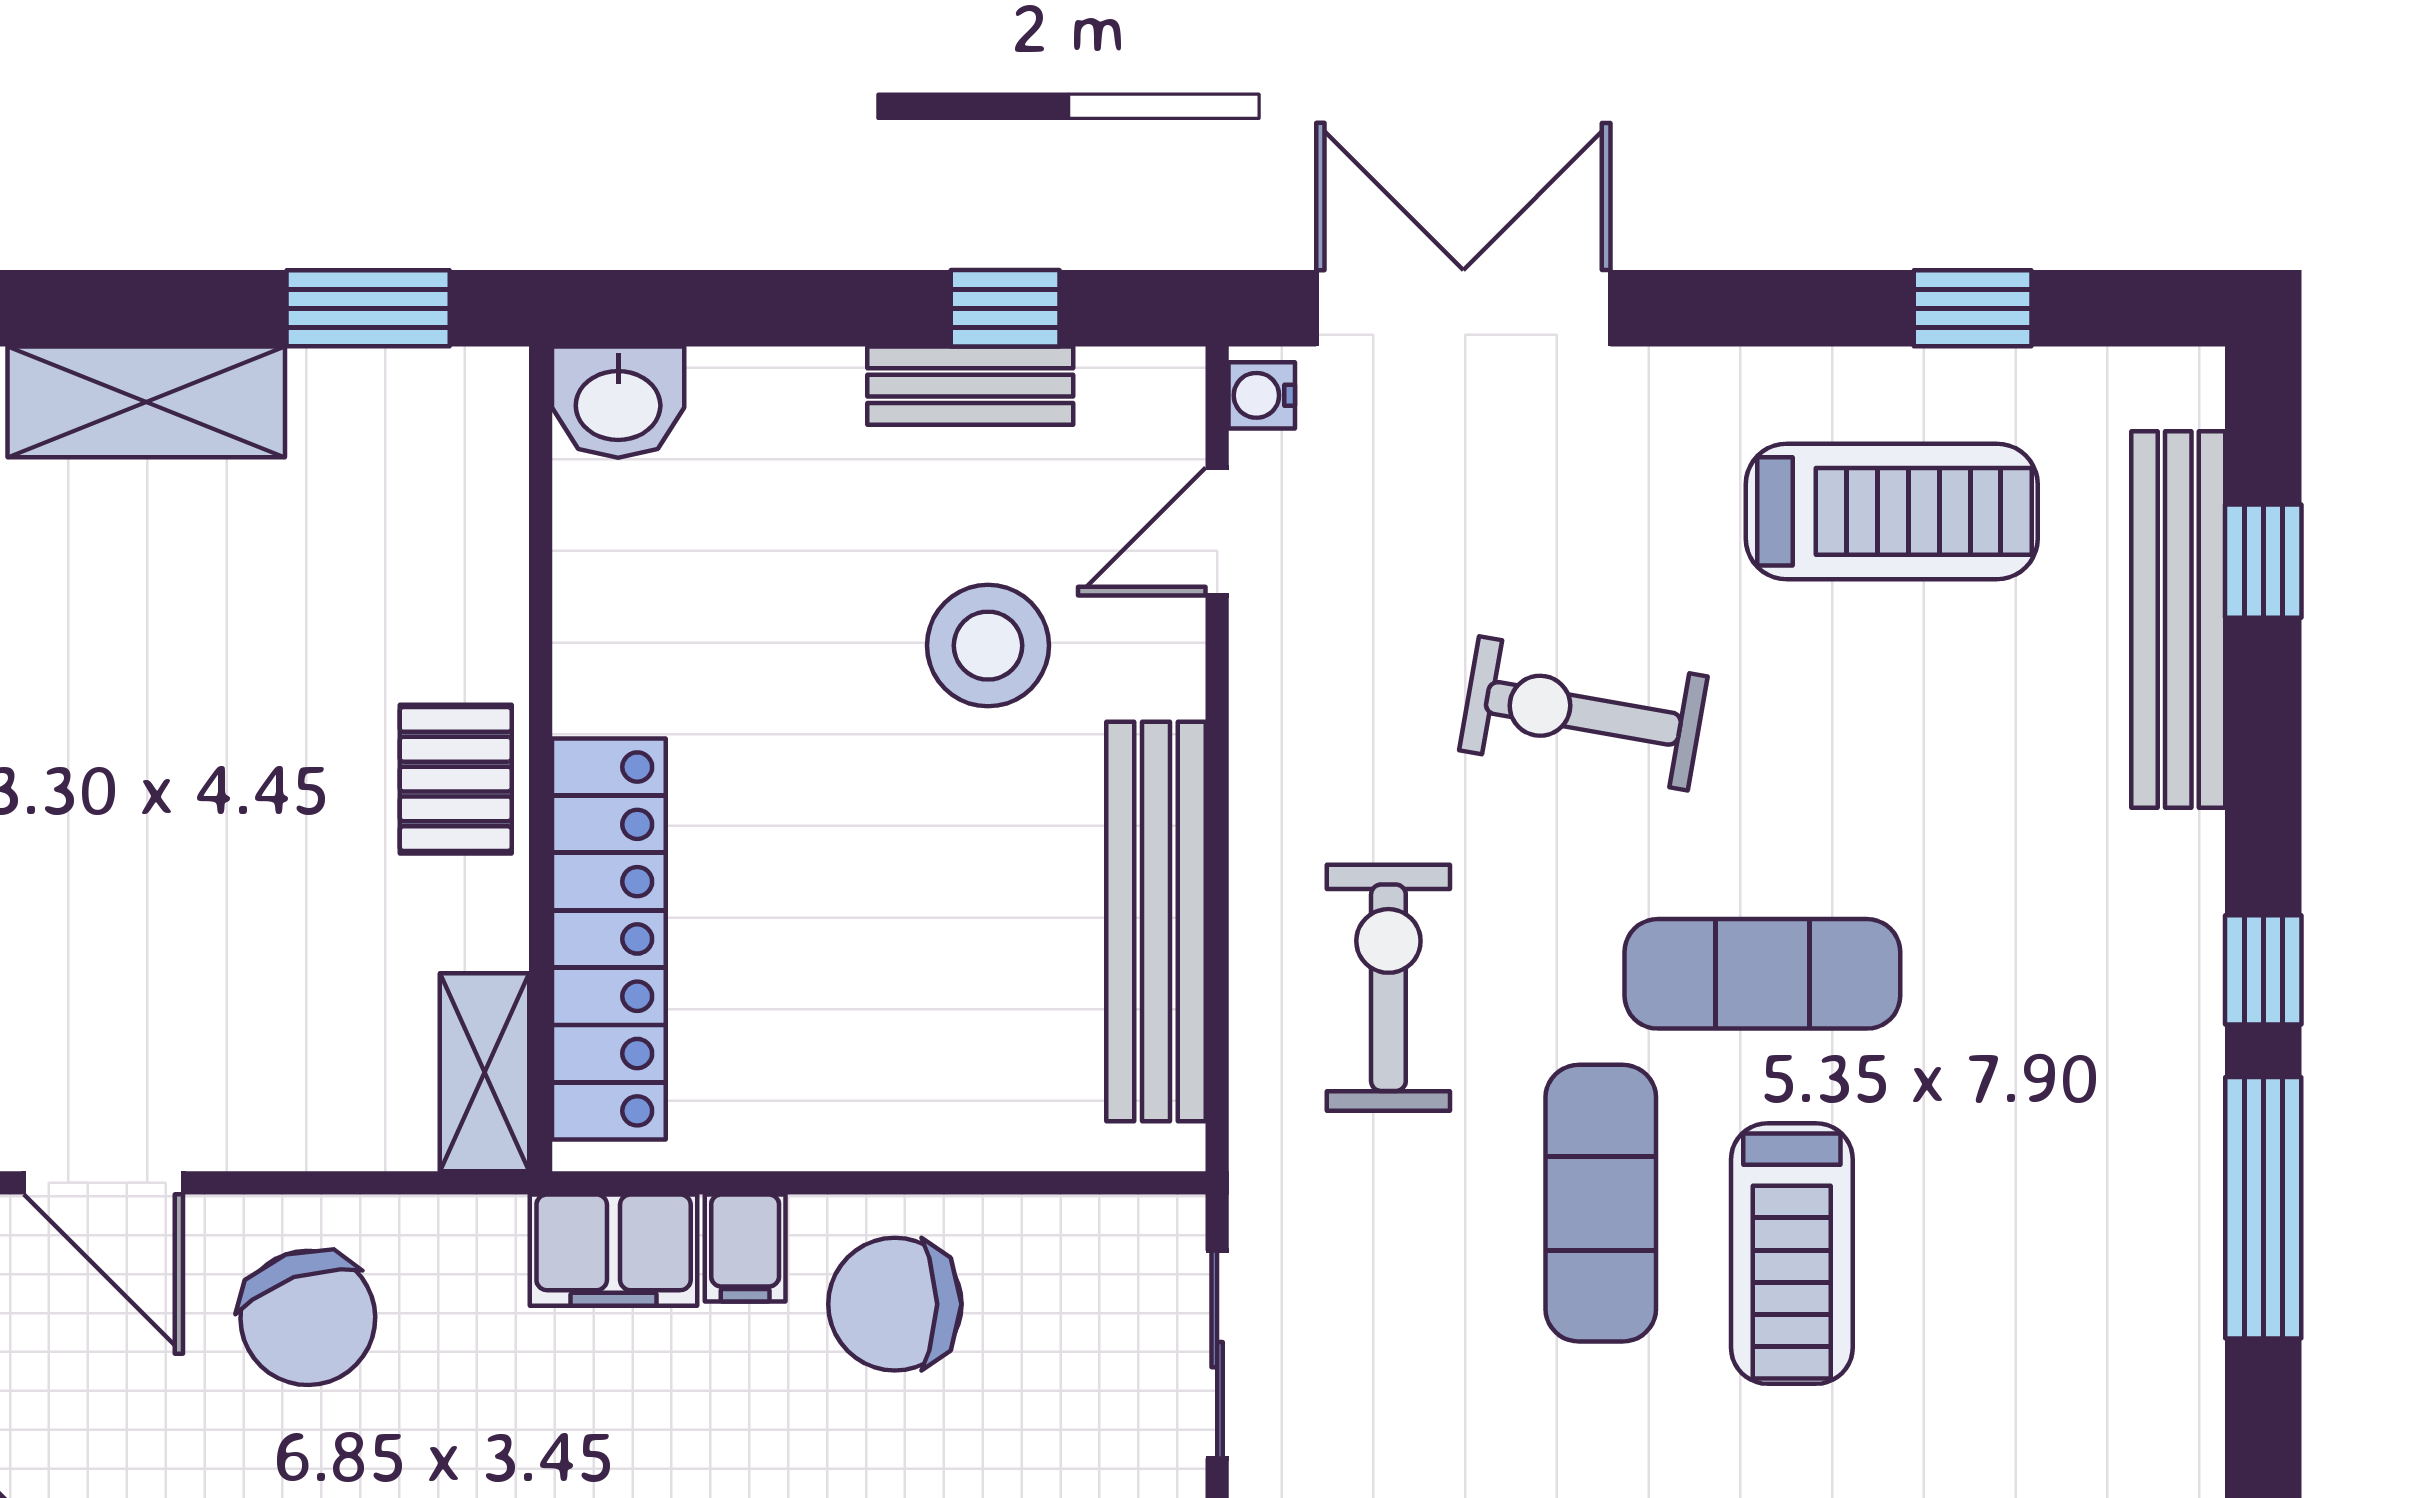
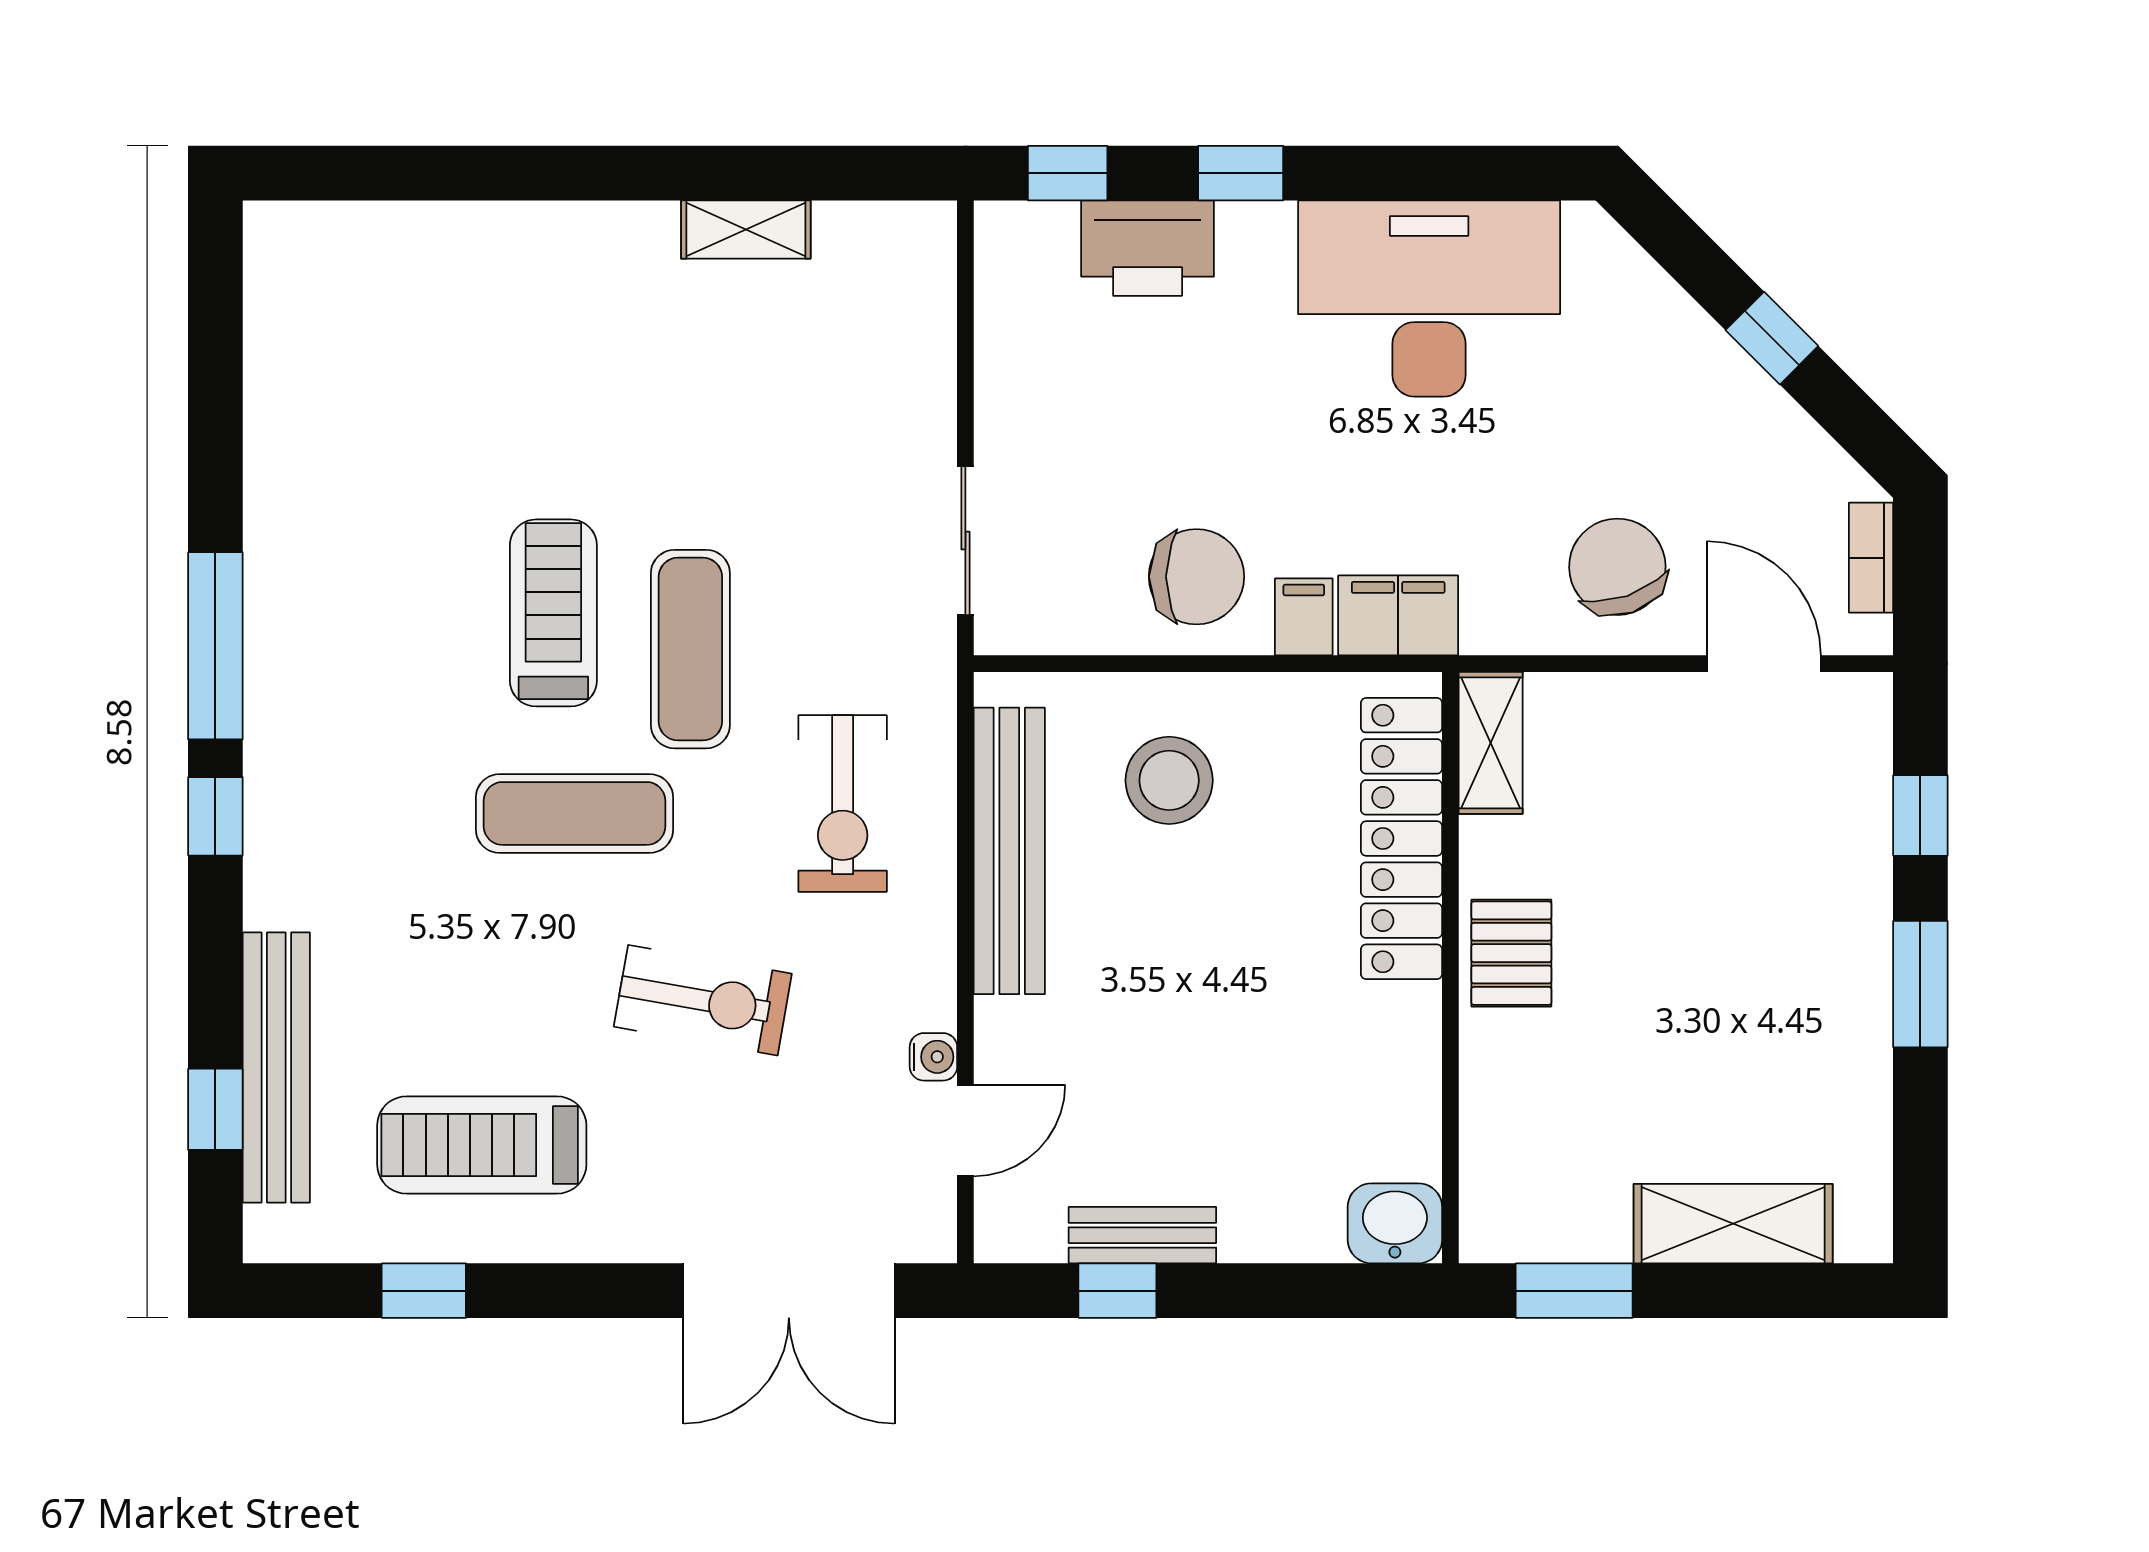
water cooler: (1262, 395) -> (933, 1057), moved
stool: (988, 646) -> (1169, 780), moved

